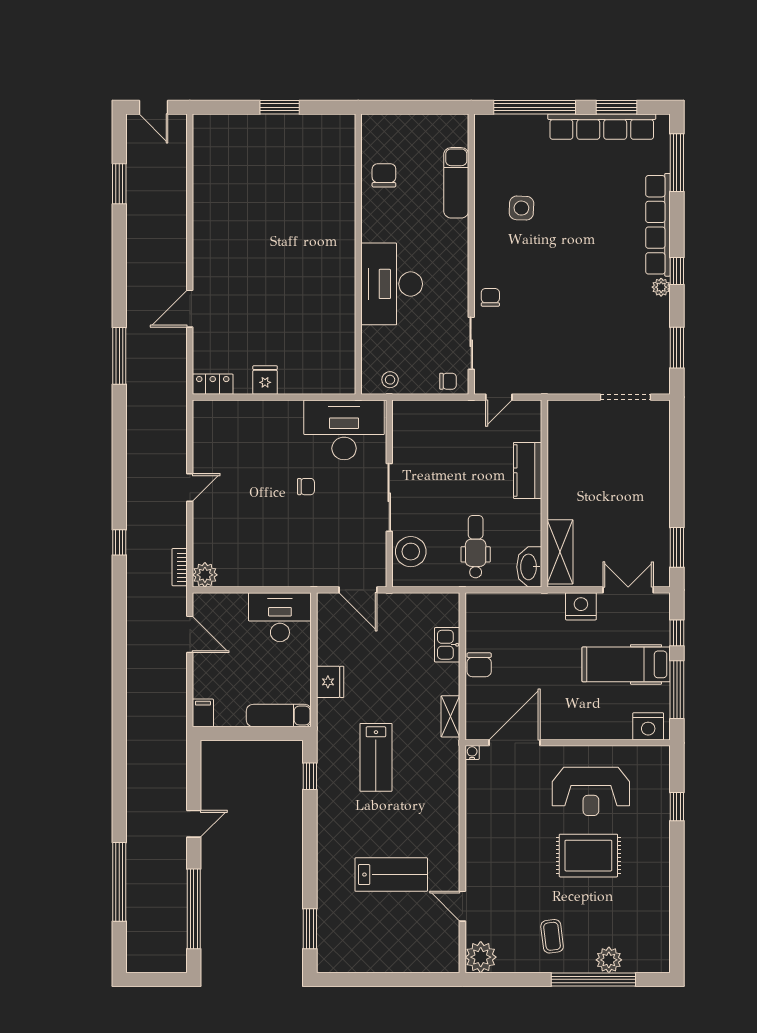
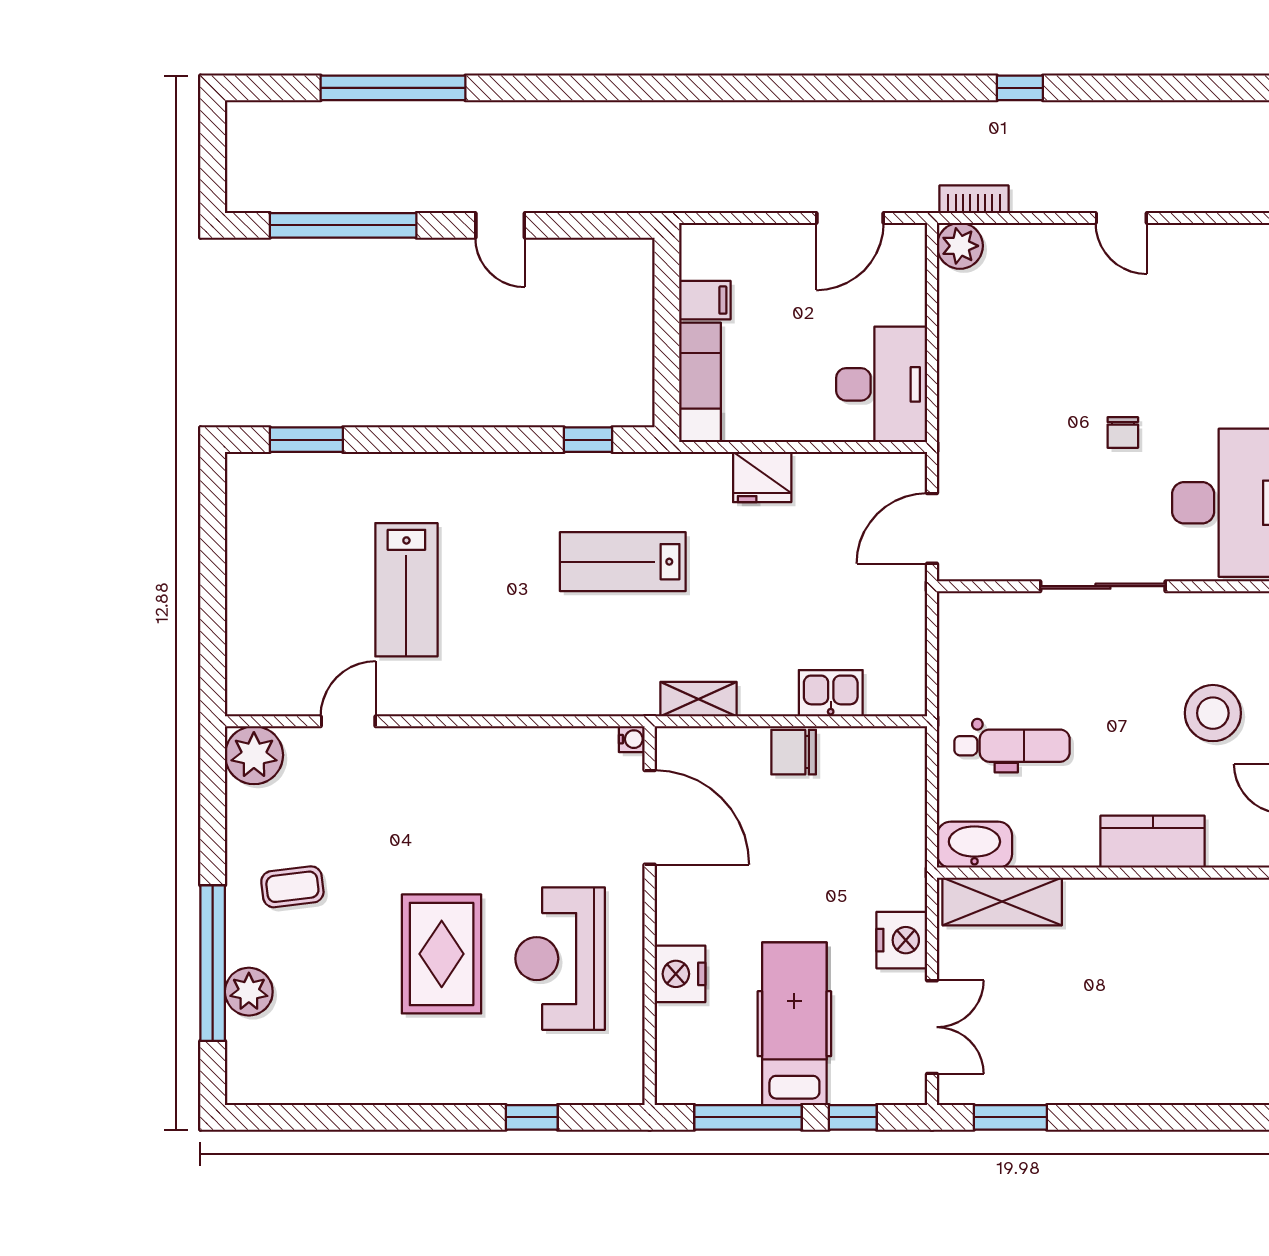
stool: (411, 552) -> (1213, 713), moved
filing cabinet: (203, 713) -> (705, 300), moved
nightstand: (648, 726) -> (680, 974), moved

